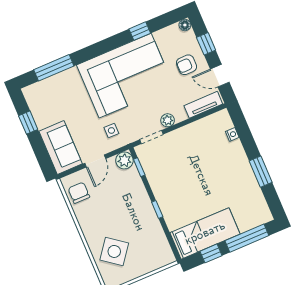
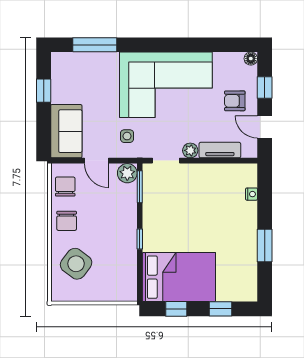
window: (140, 31) -> (201, 45), removed
tv unit: (203, 105) -> (220, 150), moved
door: (95, 161) -> (97, 161), hinge flipped
window: (139, 167) -> (140, 187), width x1.50
chair: (92, 220) -> (67, 221), added
bed: (205, 233) -> (179, 277), width x1.50
window: (247, 238) -> (221, 309), width x0.46

